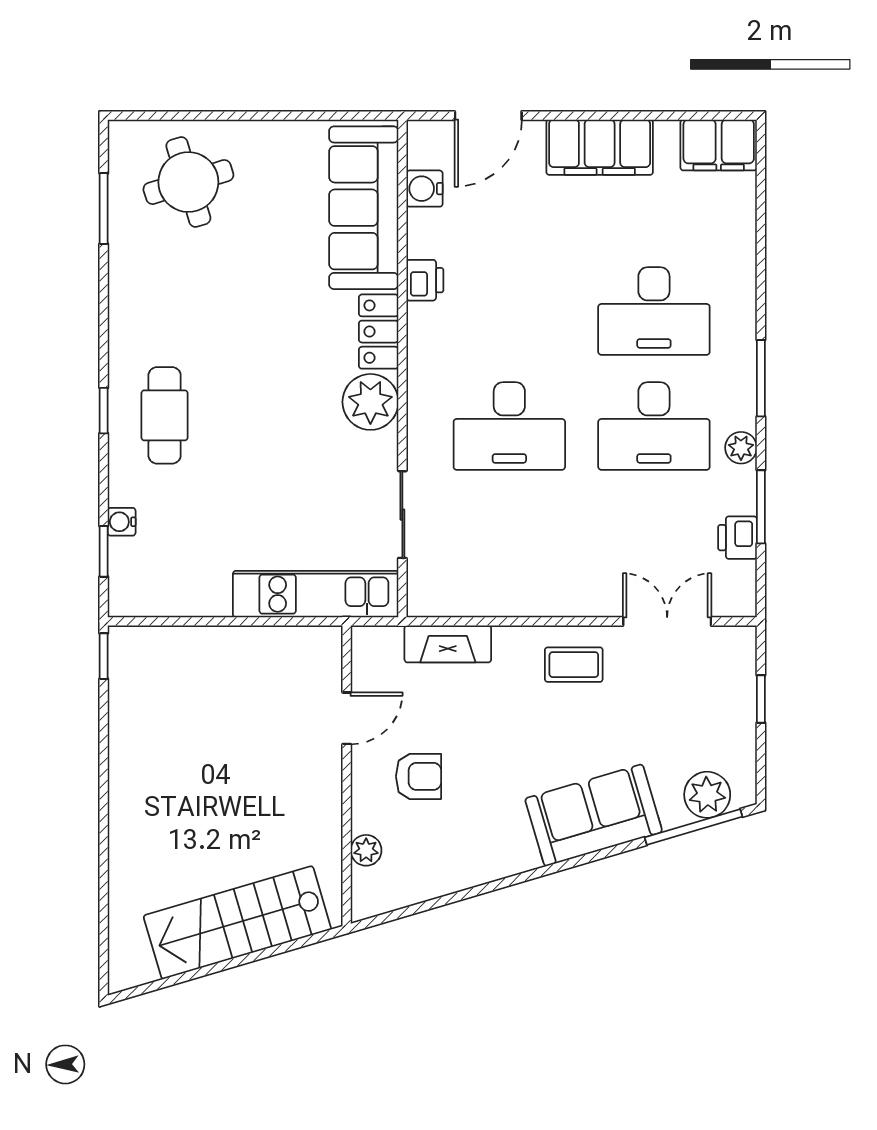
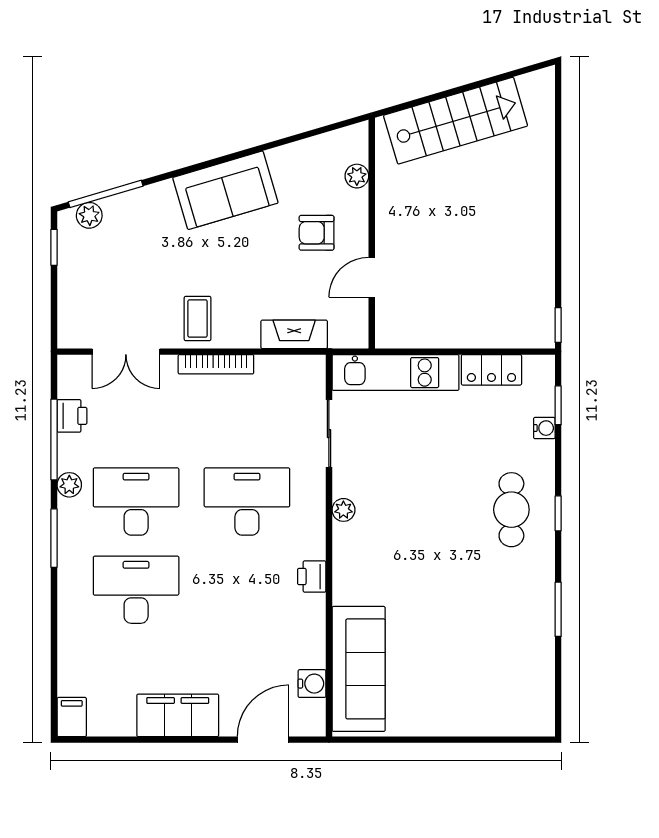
filing cabinet: (719, 145) -> (72, 717), width x0.50
round table: (188, 182) -> (493, 689), removed
window: (104, 208) -> (558, 609), moved
printer: (425, 280) -> (312, 577), moved
locker: (379, 332) -> (491, 370), moved, turned 90
plant: (370, 402) -> (343, 510), width x0.53, depth x0.53
window: (761, 507) -> (54, 440), width x1.44
bookcase: (550, 605) -> (216, 364), added
coffee table: (574, 665) -> (198, 318), turned 90
window: (761, 699) -> (54, 247), moved
plant: (707, 795) -> (89, 215), width x0.73, depth x0.73
sofa: (594, 815) -> (225, 190), moved

